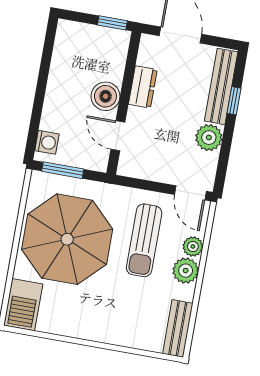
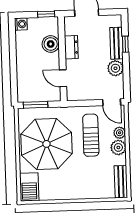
bench: (221, 86) -> (116, 43), width x0.73
boiler: (105, 96) -> (51, 44), moved
washing machine: (47, 142) -> (21, 24), moved
sun lounger: (144, 240) -> (91, 135), turned 180

